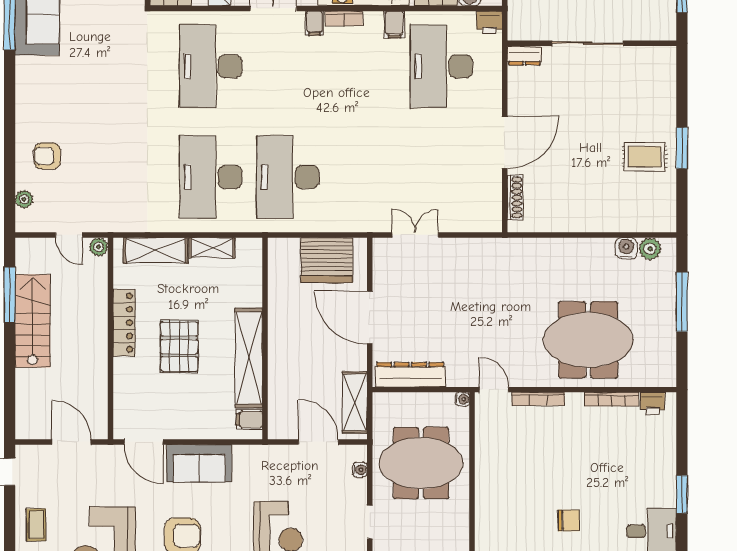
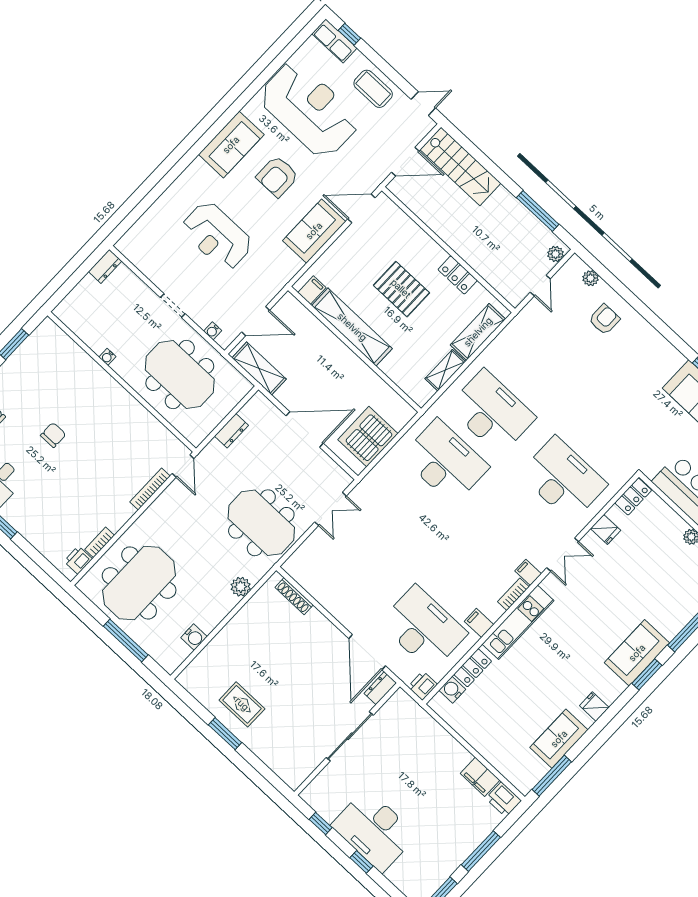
door: (505, 142) -> (367, 652), moved
rug: (645, 157) -> (242, 704), turned 90
door: (69, 235) -> (540, 286), swing flipped
plant: (99, 247) -> (556, 254), moved
plant: (650, 249) -> (241, 587), moved
meeting table: (480, 281) -> (261, 523), added
stairs: (33, 321) -> (460, 166), moved
locker: (124, 323) -> (458, 275), width x0.66
meeting table: (588, 340) -> (139, 583), moved
dresser: (410, 375) -> (231, 431), width x0.51, depth x0.80
door: (494, 390) -> (183, 466), hinge flipped
water cooler: (462, 399) -> (107, 357), moved
bookcase: (611, 399) -> (100, 542), width x0.64
meeting table: (421, 463) -> (180, 374), turned 90
chair: (569, 521) -> (53, 435), turned 180
coffee table: (36, 525) -> (373, 89), width x1.36, depth x1.30

